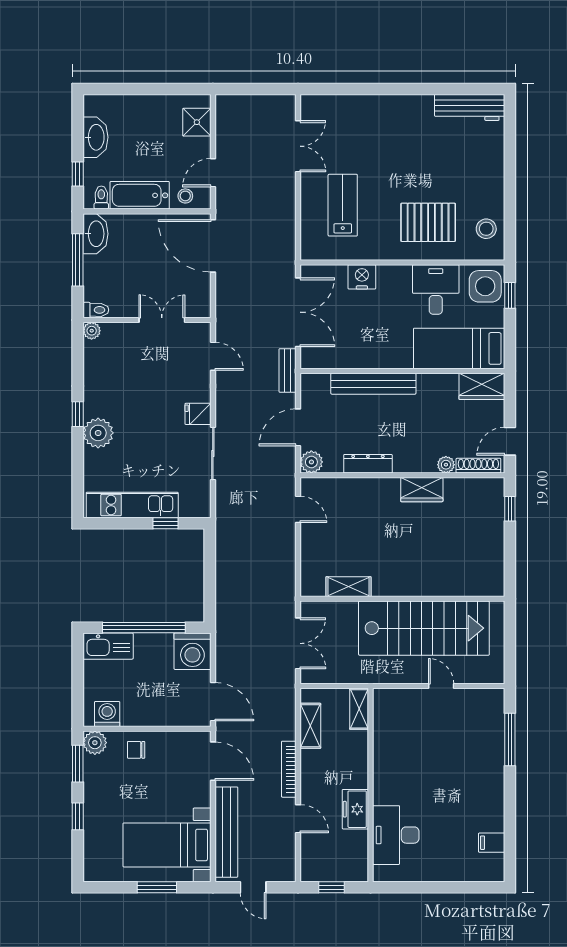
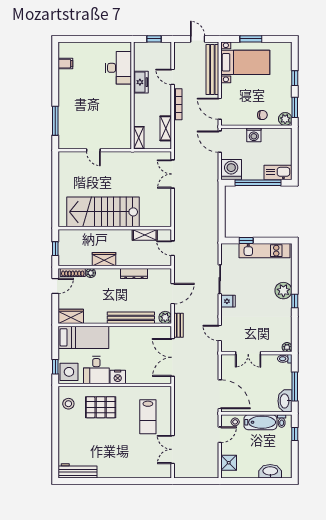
washbasin: (95, 137) -> (270, 471), moved, turned 90
nightstand: (362, 277) -> (118, 377), moved
plant: (311, 462) -> (165, 317), moved
shelving: (348, 587) -> (145, 235), moved
wall: (402, 599) -> (115, 228), moved
stairs: (424, 628) -> (103, 212), moved
washing machine: (107, 714) -> (254, 135), moved

